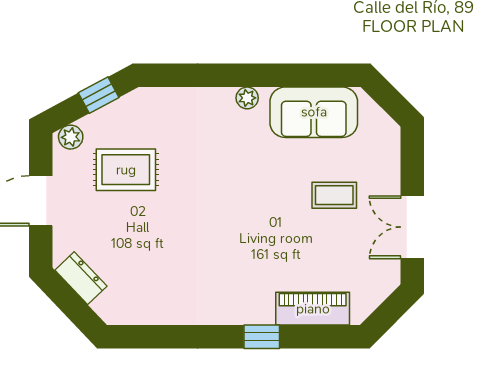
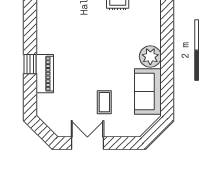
plant: (247, 98) -> (150, 57), width x1.88, depth x1.88
piano: (313, 309) -> (45, 74), moved

